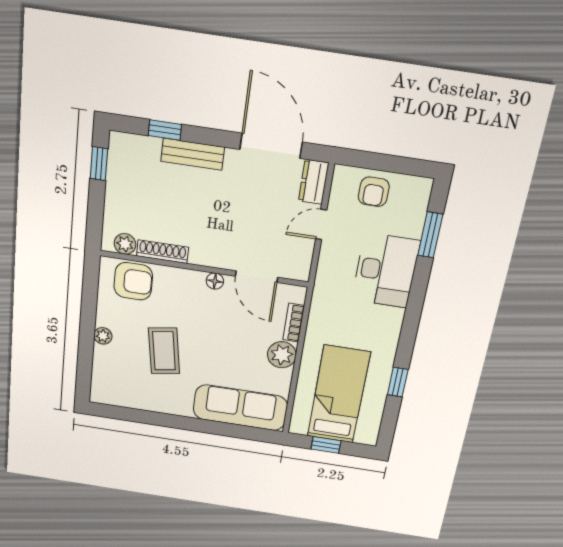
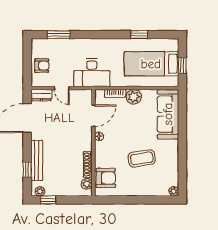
plant: (118, 150) -> (40, 191), added
bench: (193, 154) -> (37, 160), width x1.36
desk: (386, 271) -> (92, 73), moved, turned 180
armchair: (133, 281) -> (106, 178), turned 90
plant: (103, 336) -> (174, 191), moved

